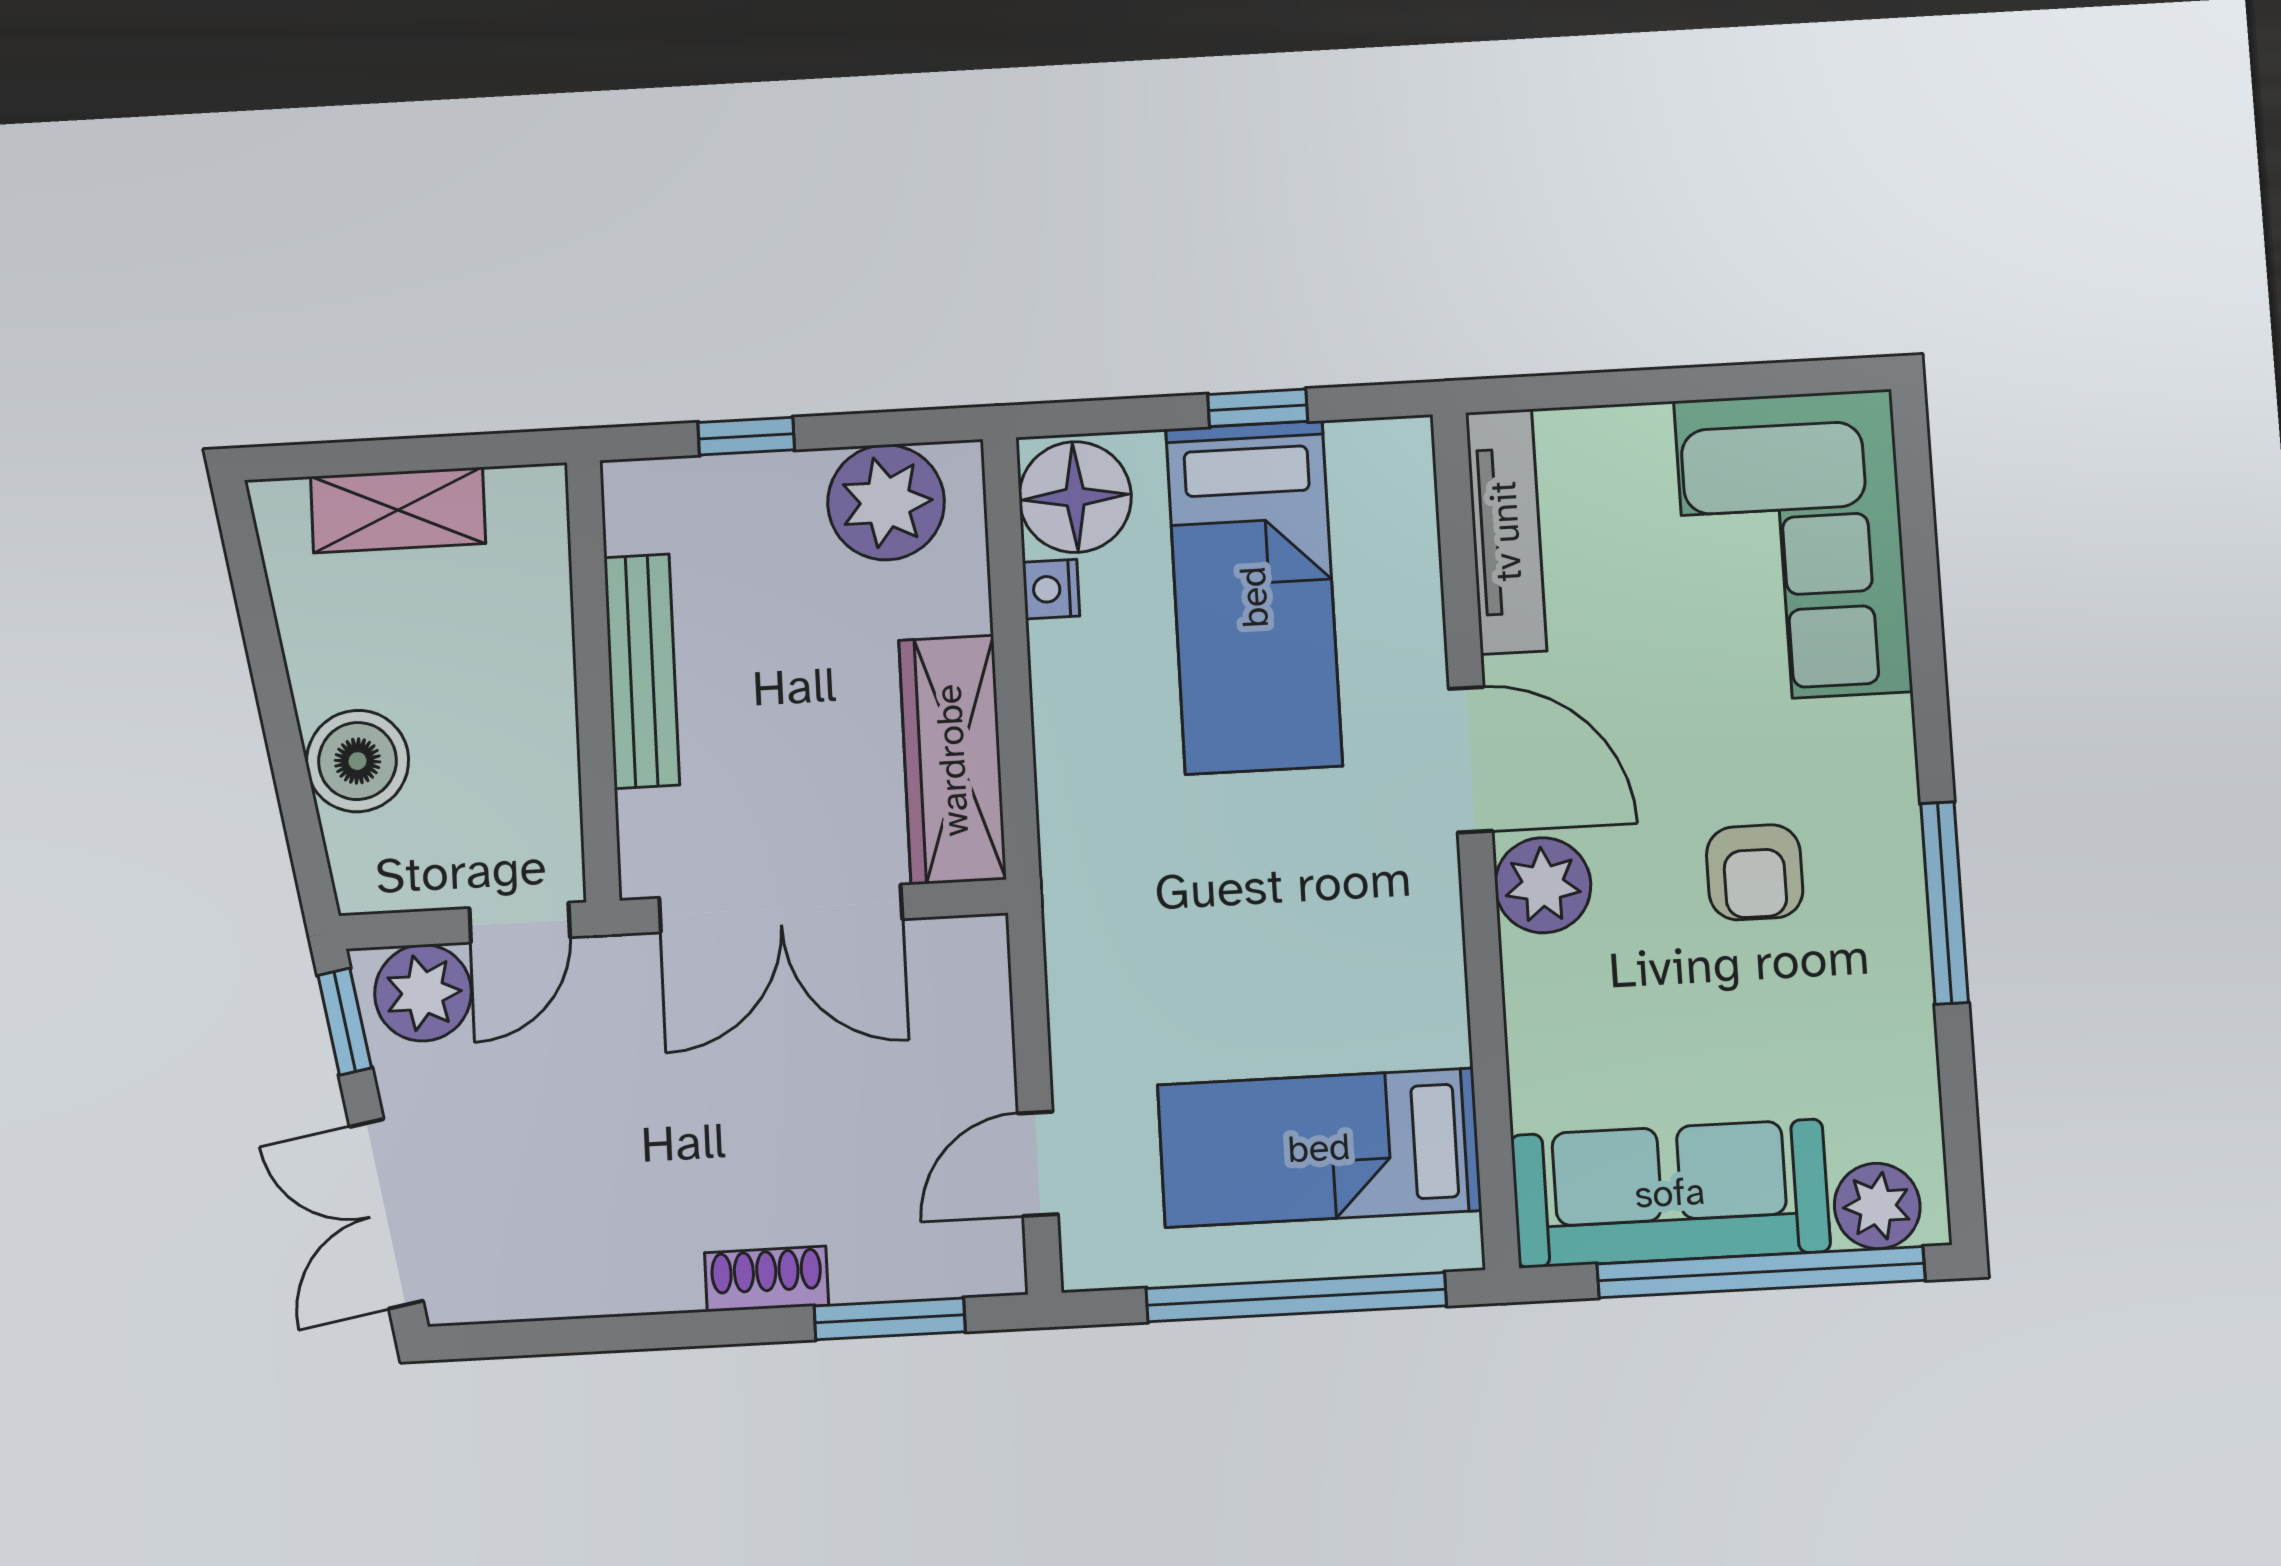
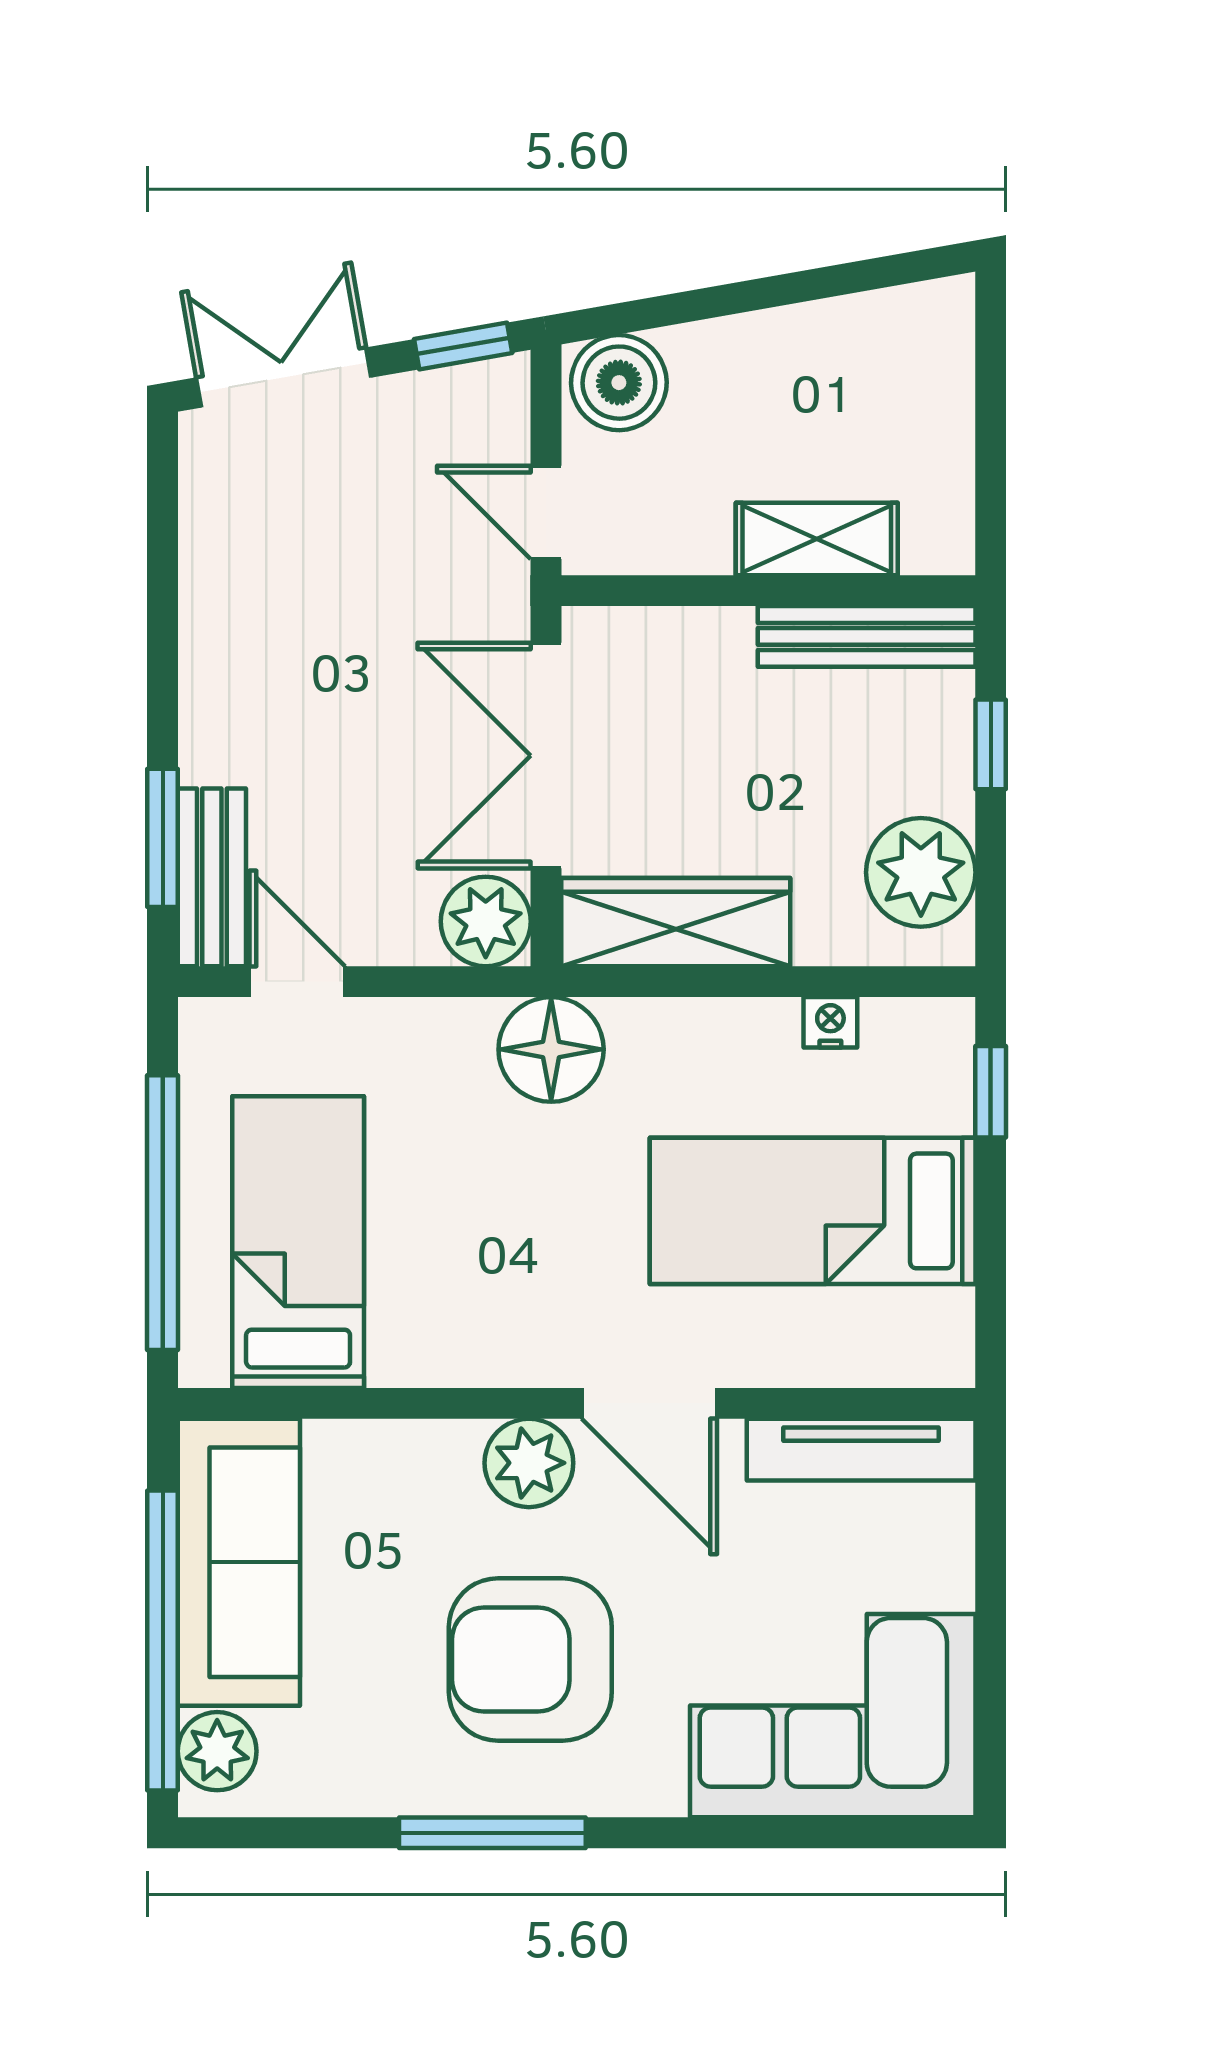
window: (1258, 408) -> (991, 1092), moved
floor lamp: (1075, 497) -> (551, 1049), moved
shelving: (398, 510) -> (817, 539), moved, turned 90
bench: (642, 671) -> (867, 636), moved
door: (1471, 760) -> (649, 1403), hinge flipped
boiler: (357, 761) -> (619, 383), moved
armchair: (1755, 872) -> (530, 1660), width x1.88, depth x1.88
plant: (423, 993) -> (486, 921), moved
bench: (930, 1263) -> (212, 877), added
shoe rack: (767, 1279) -> (205, 726), removed

